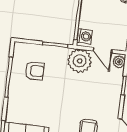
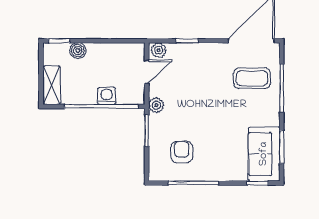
washing machine: (85, 36) -> (107, 96), moved
plant: (80, 61) -> (156, 105), width x0.53, depth x0.53

